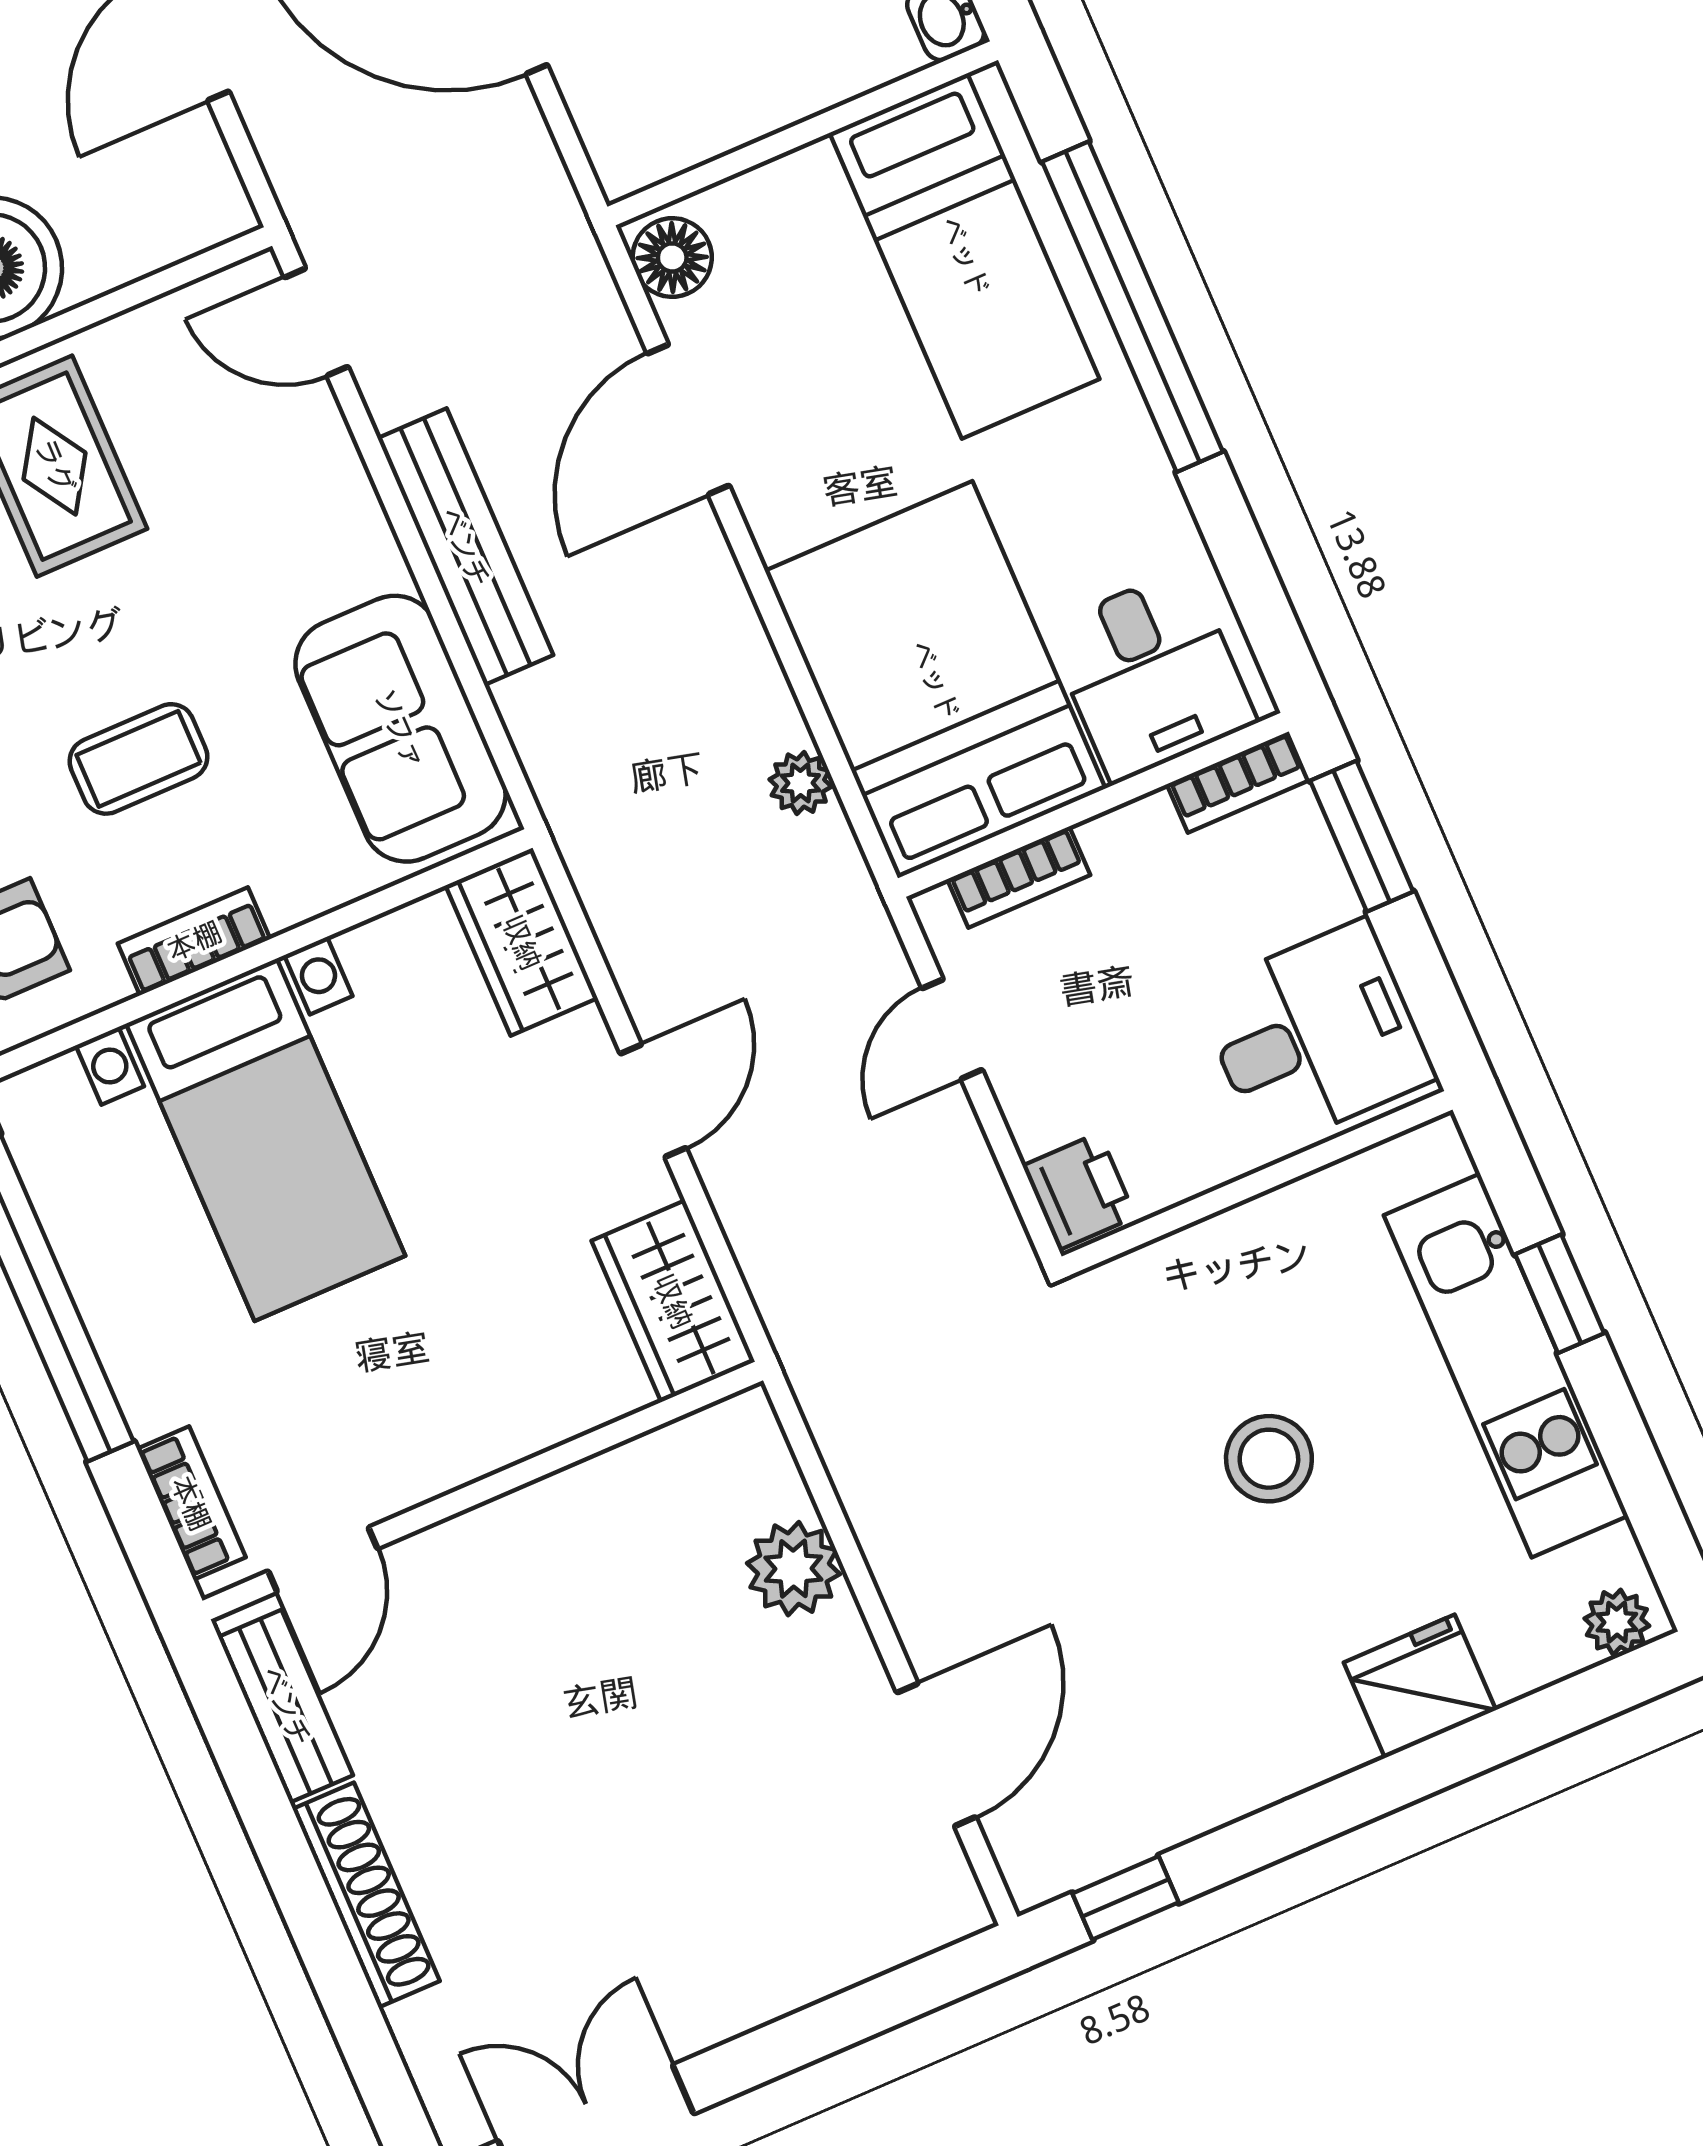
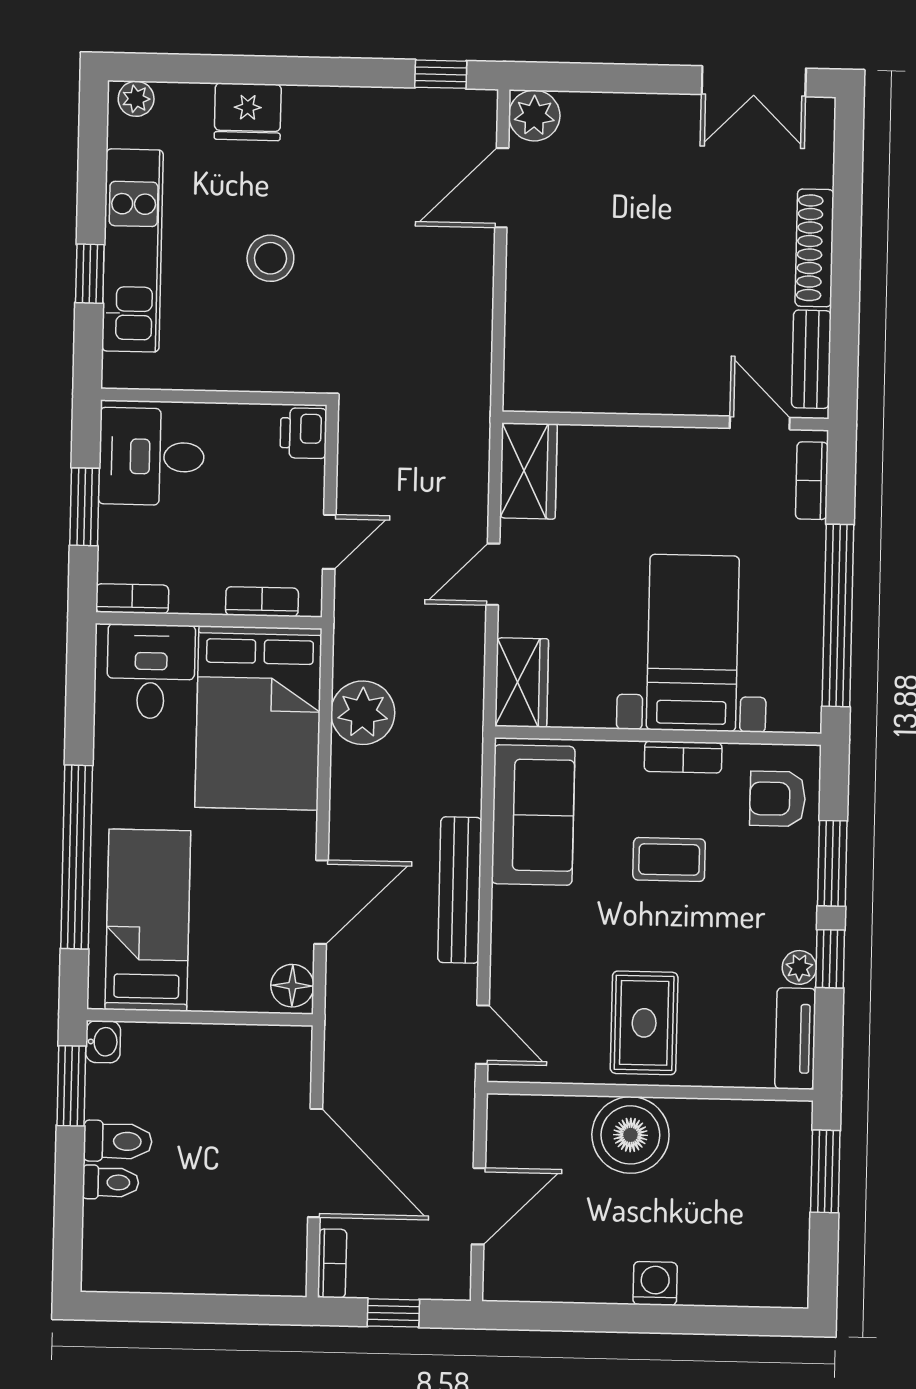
plant: (800, 783) -> (363, 713), width x1.87, depth x1.87
window: (1362, 836) -> (84, 507), moved
door: (323, 1560) -> (760, 423), hinge flipped
plant: (793, 1569) -> (534, 116), moved

